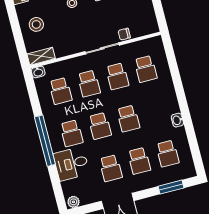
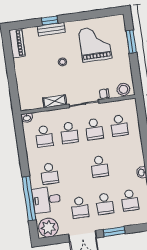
stool: (36, 24) -> (123, 89), moved
shelving: (41, 56) -> (55, 101), moved
school desk: (100, 126) -> (74, 170), removed
window: (45, 141) -> (29, 198), moved
window: (171, 187) -> (114, 232), moved
plant: (73, 202) -> (48, 228), width x1.87, depth x1.87

